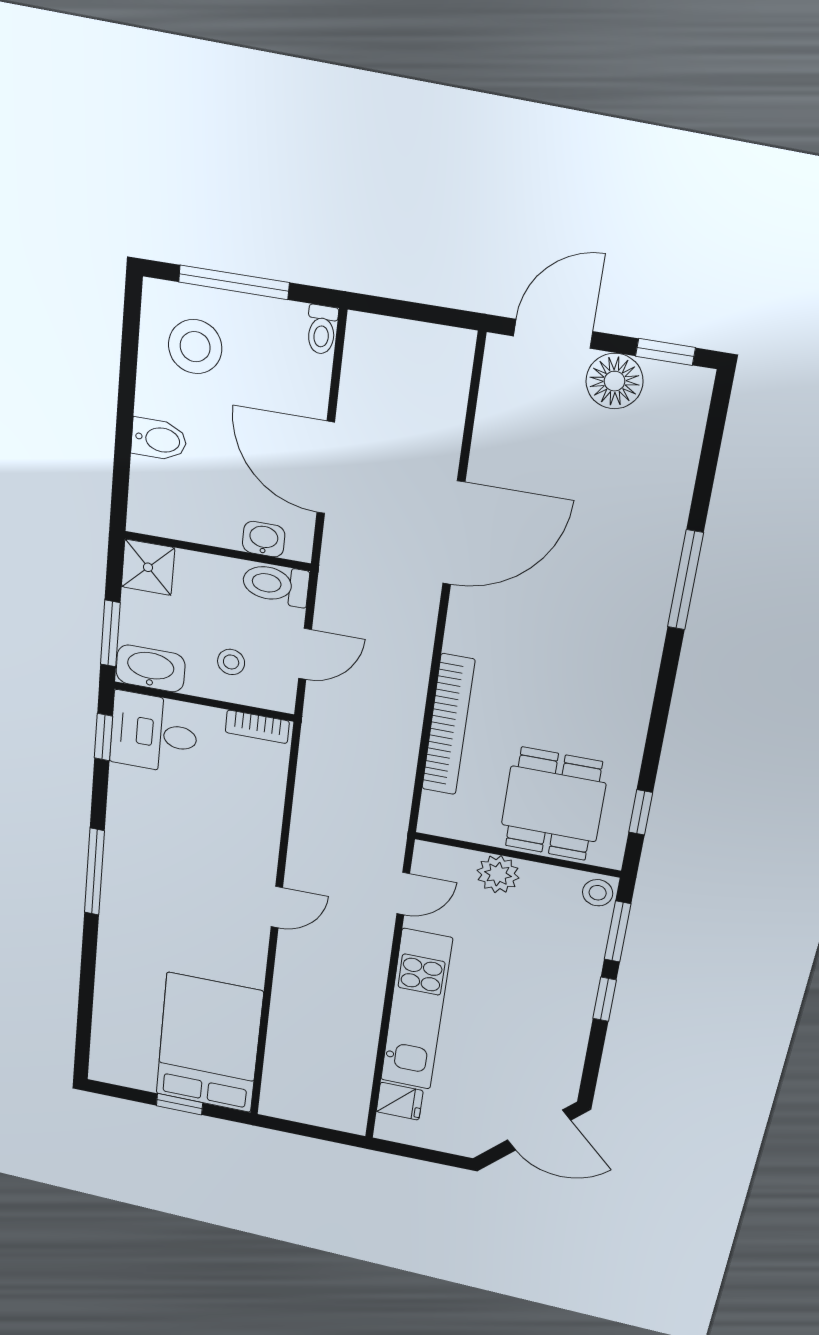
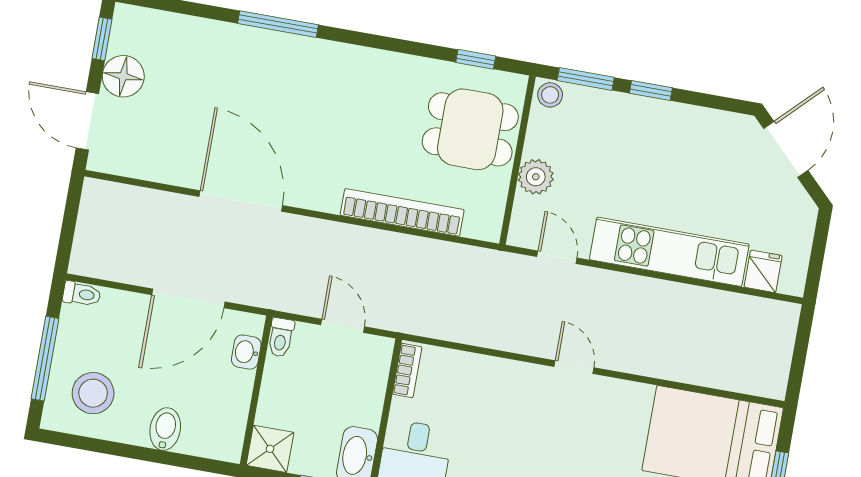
toilet: (276, 584) -> (281, 337), width x0.73, depth x0.72
stool: (231, 662) -> (350, 388), removed

